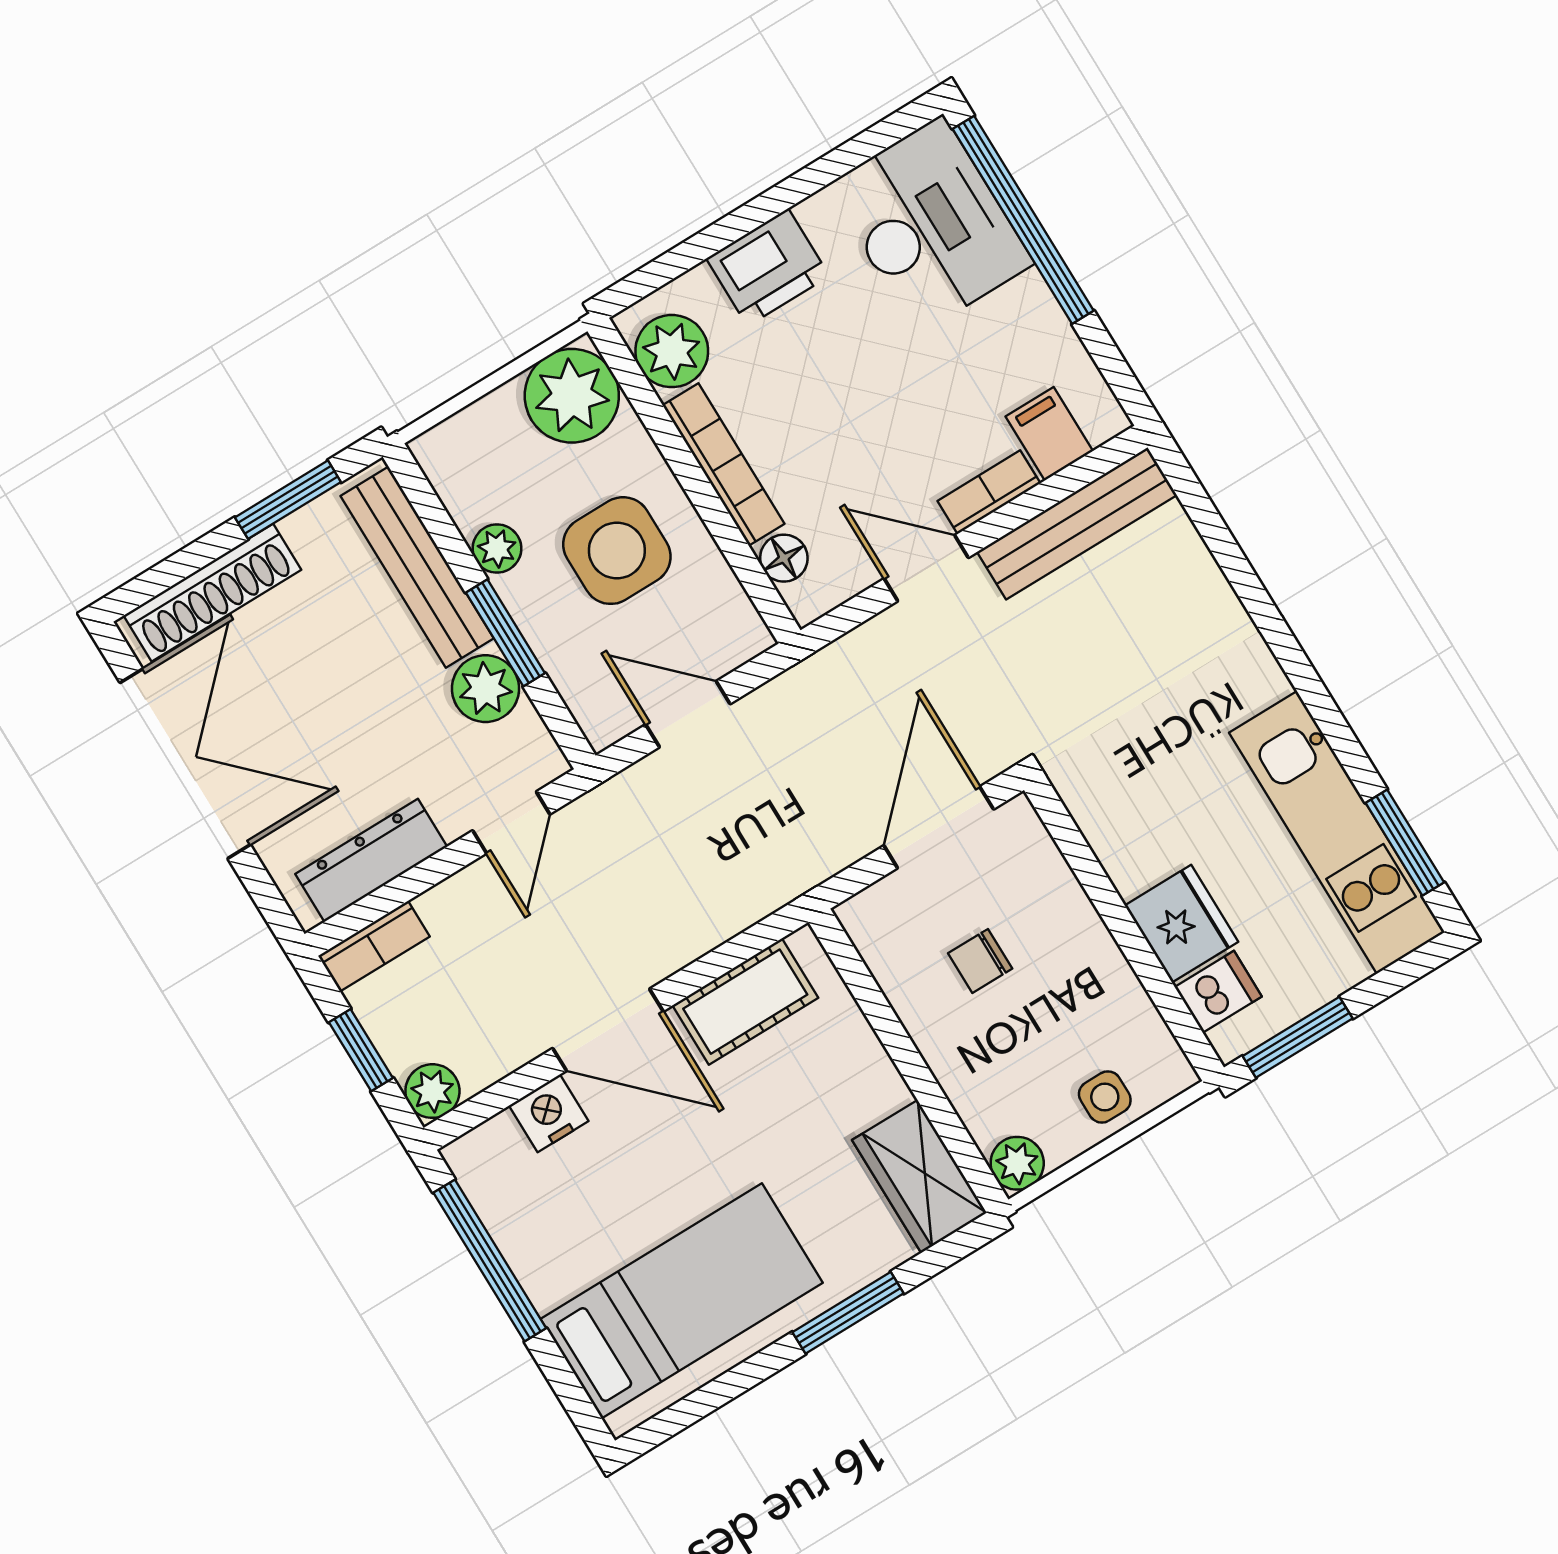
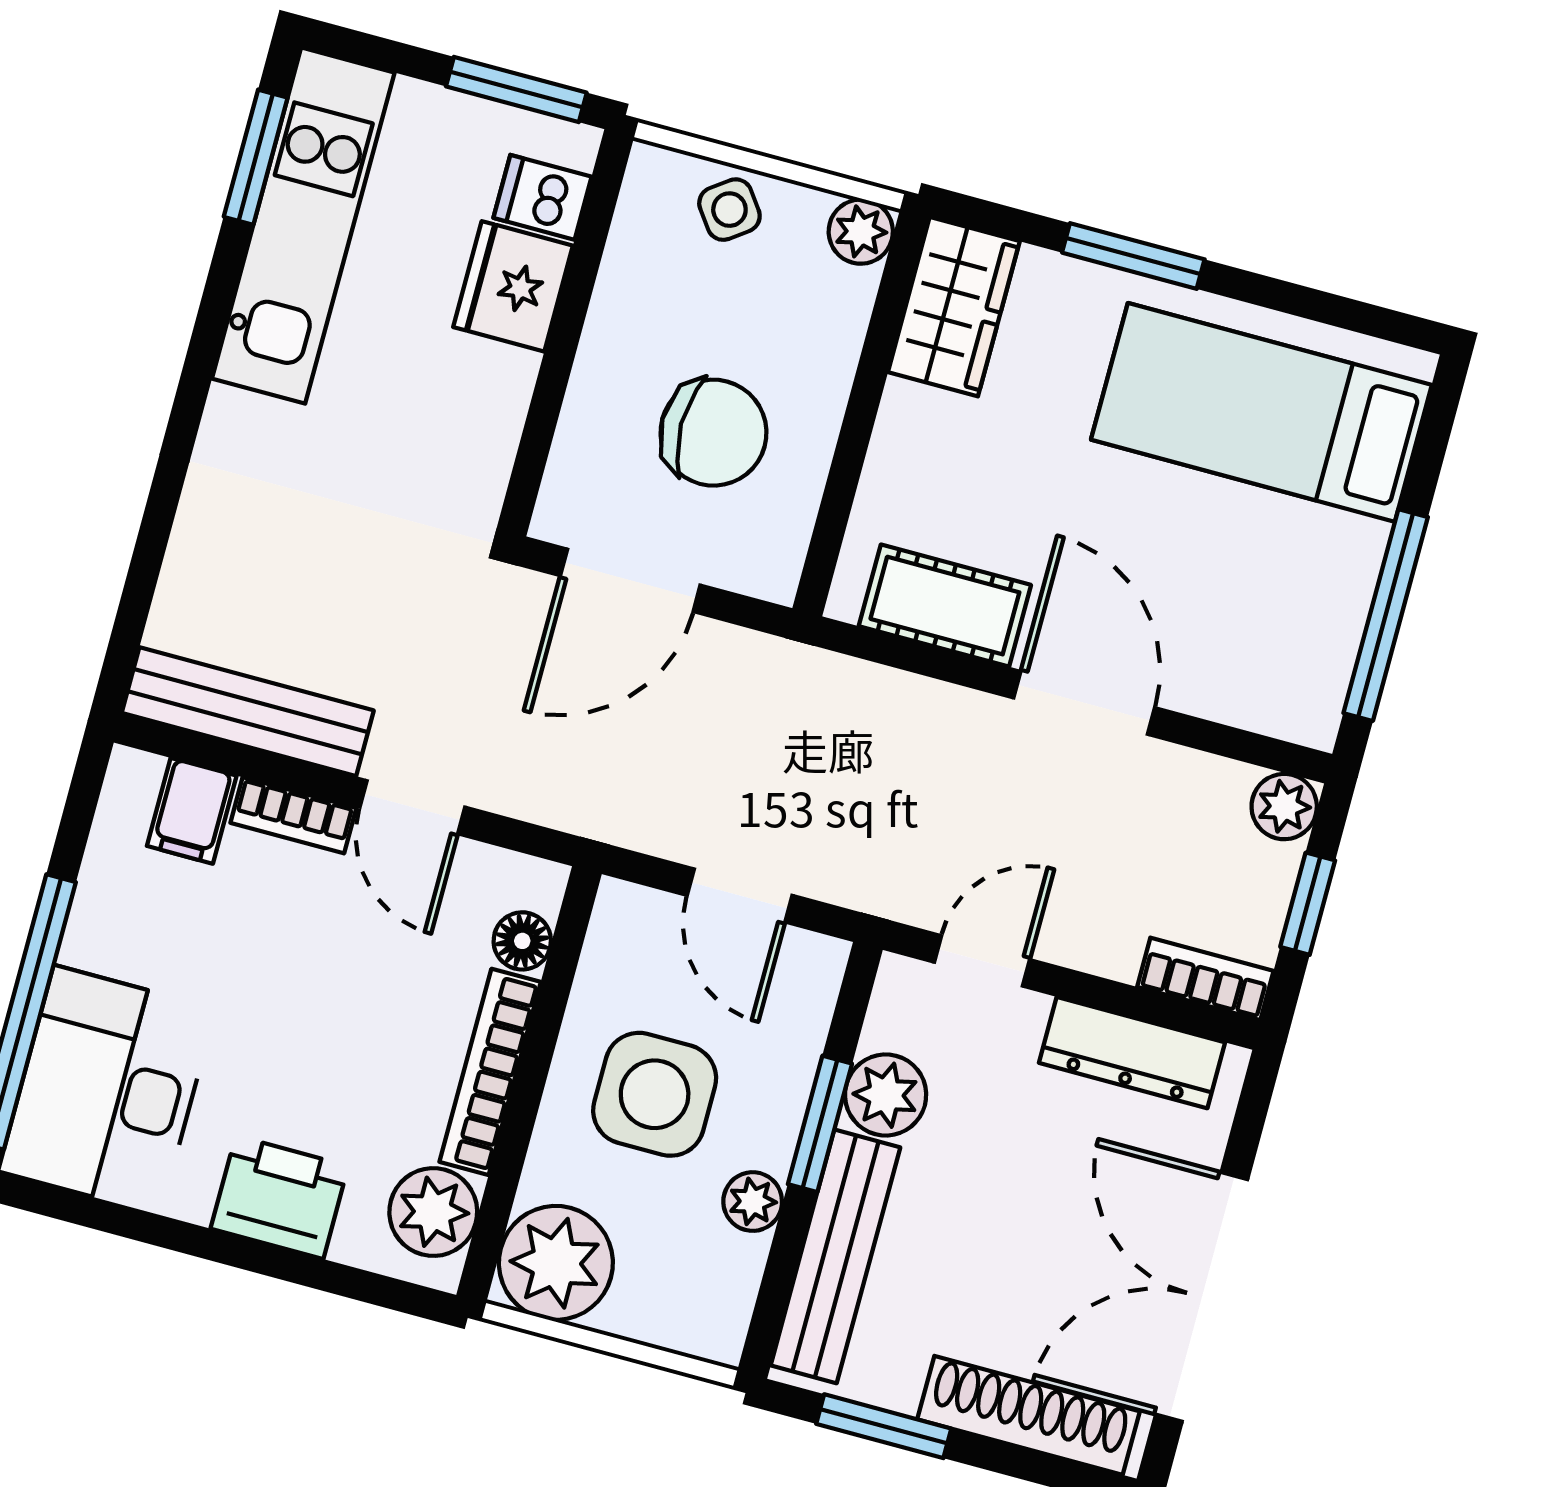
chair: (980, 961) -> (713, 433), width x1.87, depth x1.87
side table: (1105, 1097) -> (729, 210), turned -36
nightstand: (549, 1113) -> (1207, 686), removed

